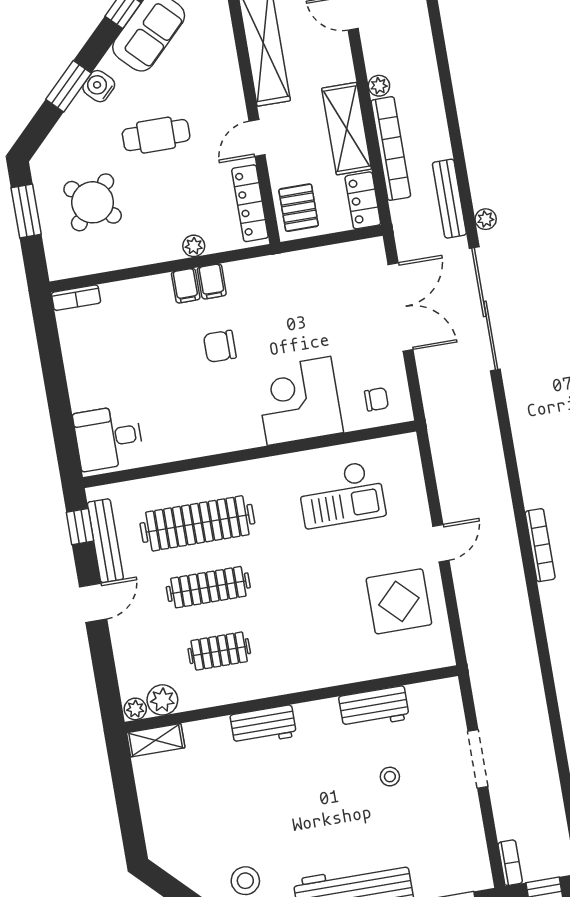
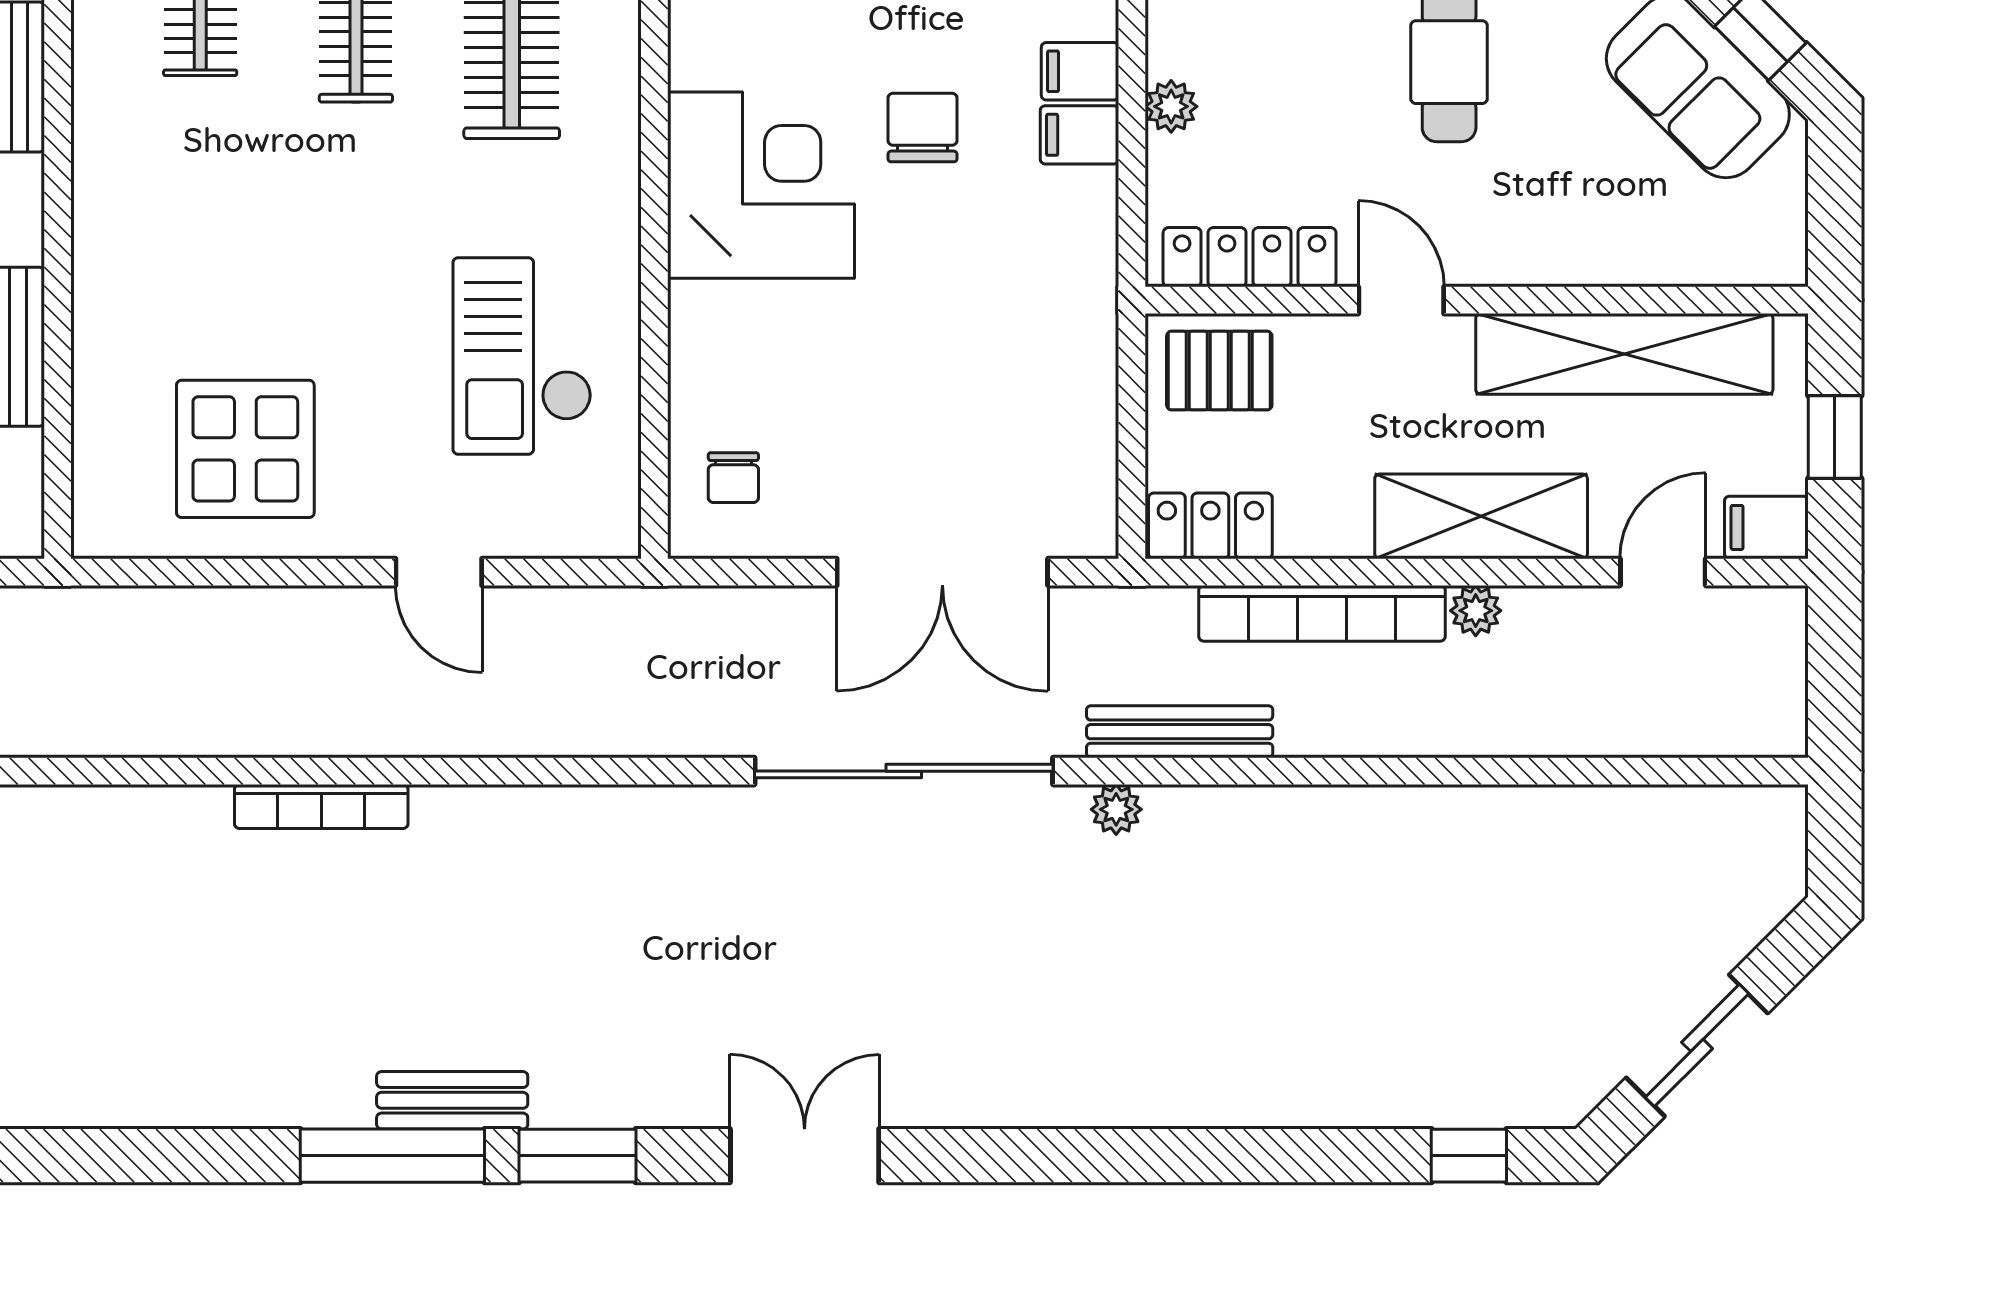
shelving: (347, 129) -> (1481, 516), moved
corner desk: (299, 401) -> (761, 185), moved
door: (441, 543) -> (439, 572), moved

